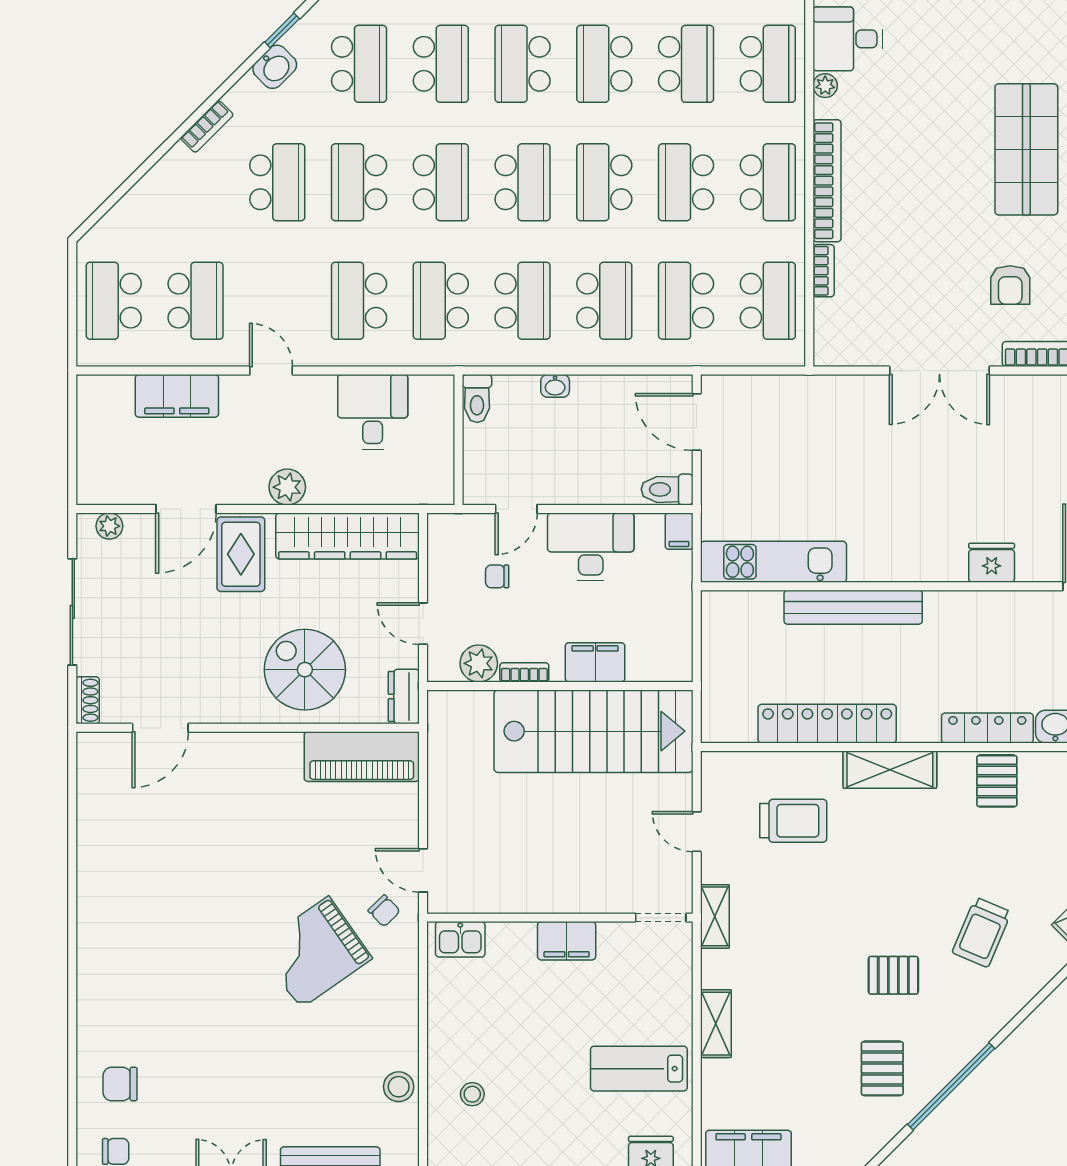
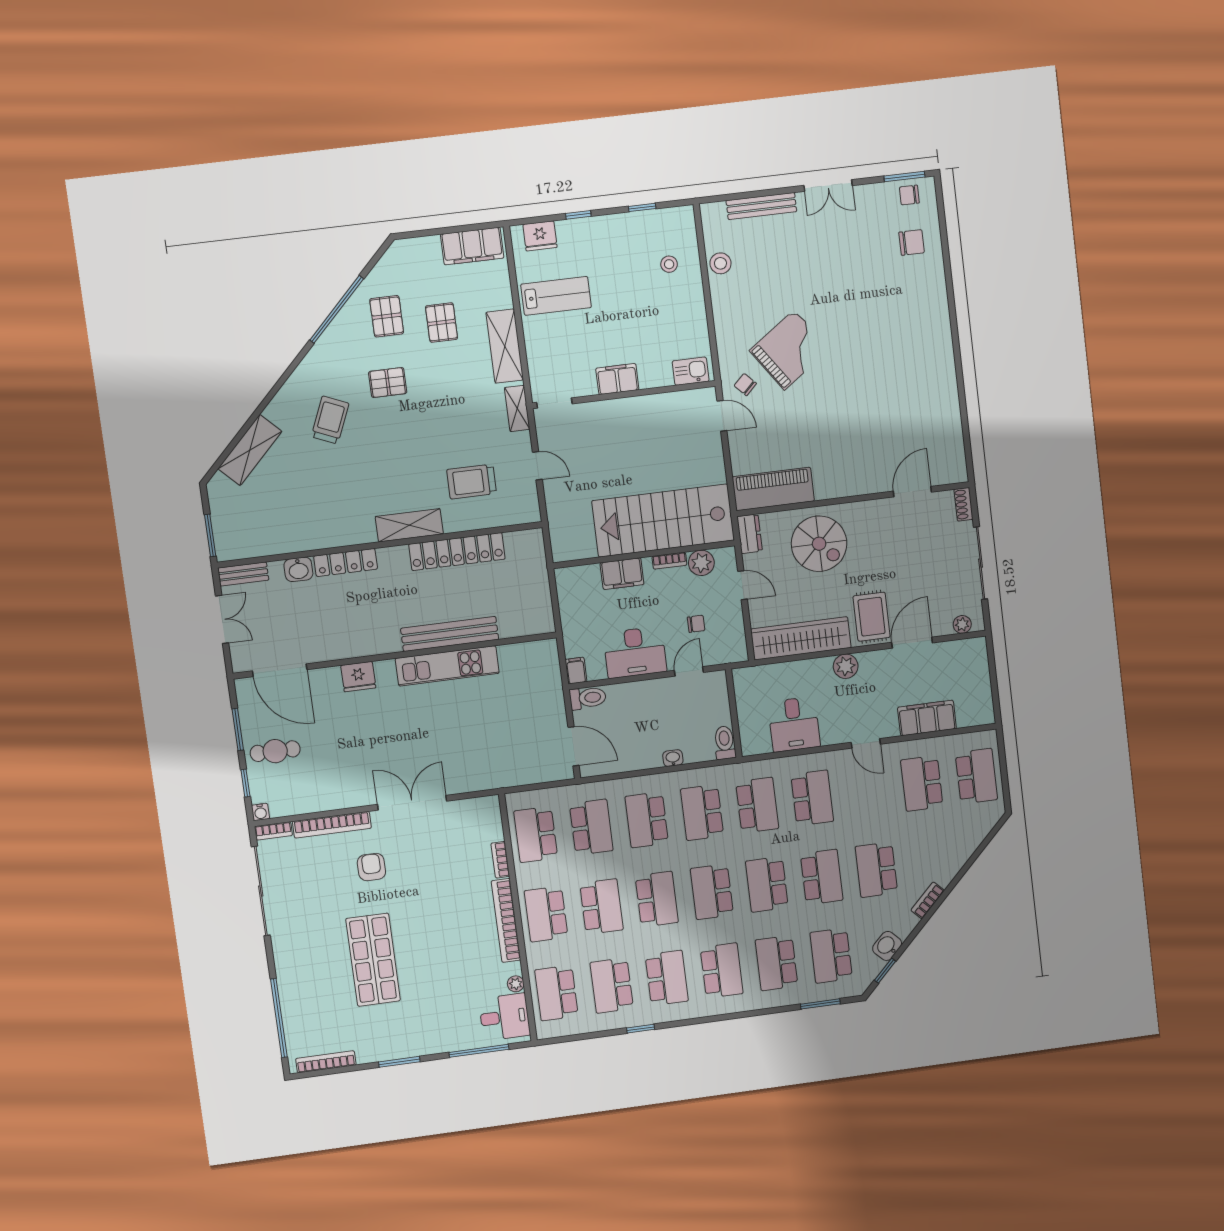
kitchen unit: (773, 562) -> (447, 666), moved
stairs: (594, 731) -> (663, 521), moved
pallet: (997, 781) -> (442, 323), moved
shelving: (716, 1024) -> (505, 346), width x1.50, depth x1.33

